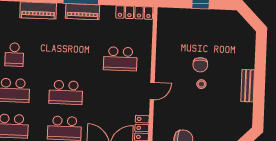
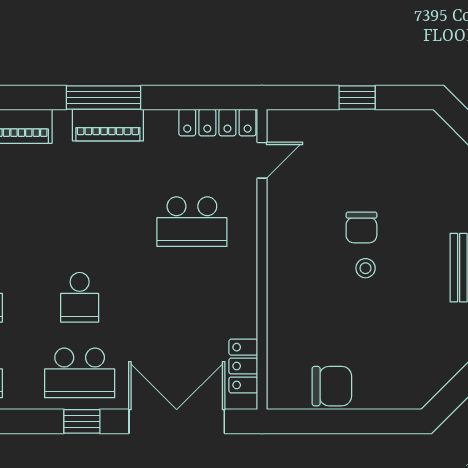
door: (152, 91) -> (262, 160), moved
school desk: (66, 92) -> (80, 297), width x0.54

